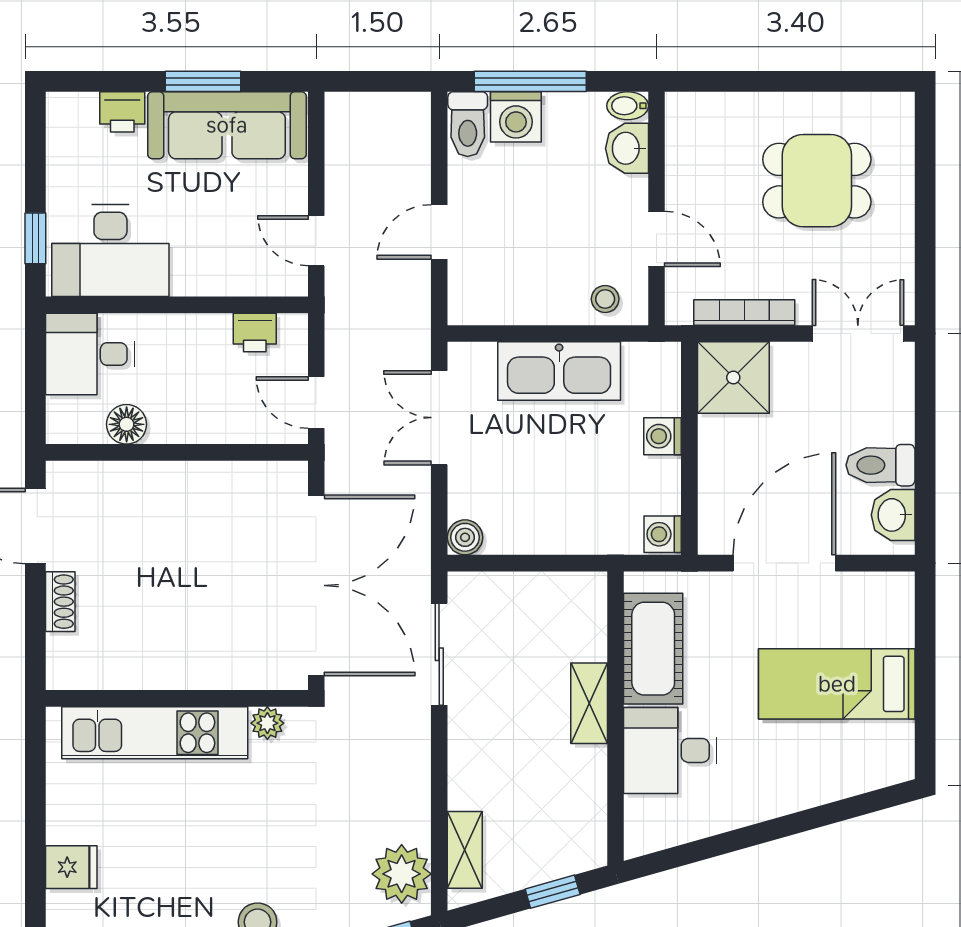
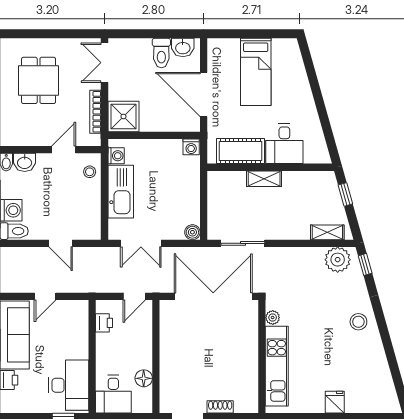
door: (316, 241) -> (45, 296), moved
washing machine: (662, 436) -> (116, 156), moved, turned -90

